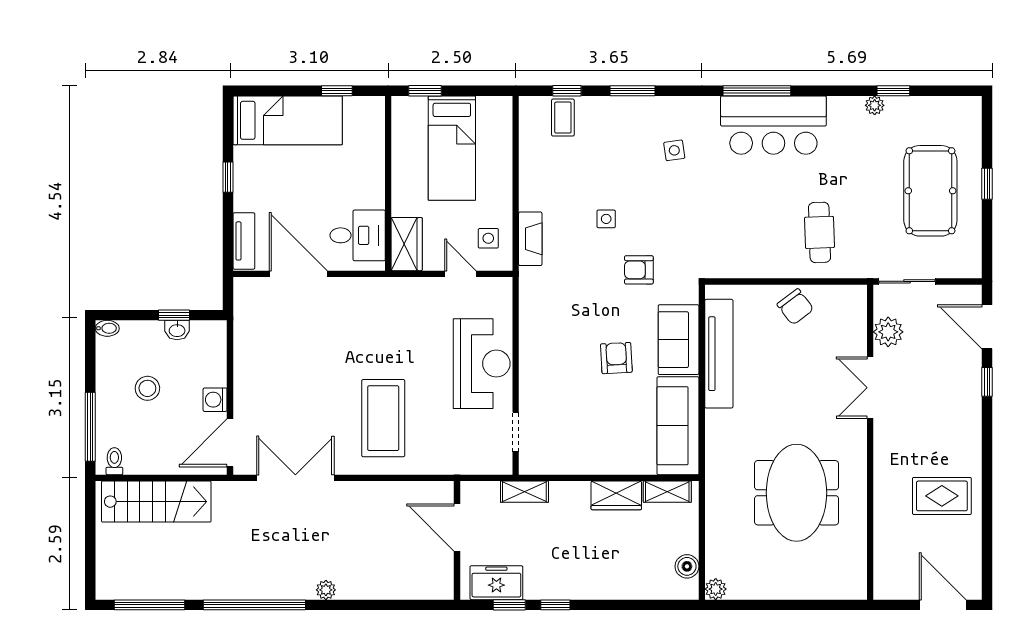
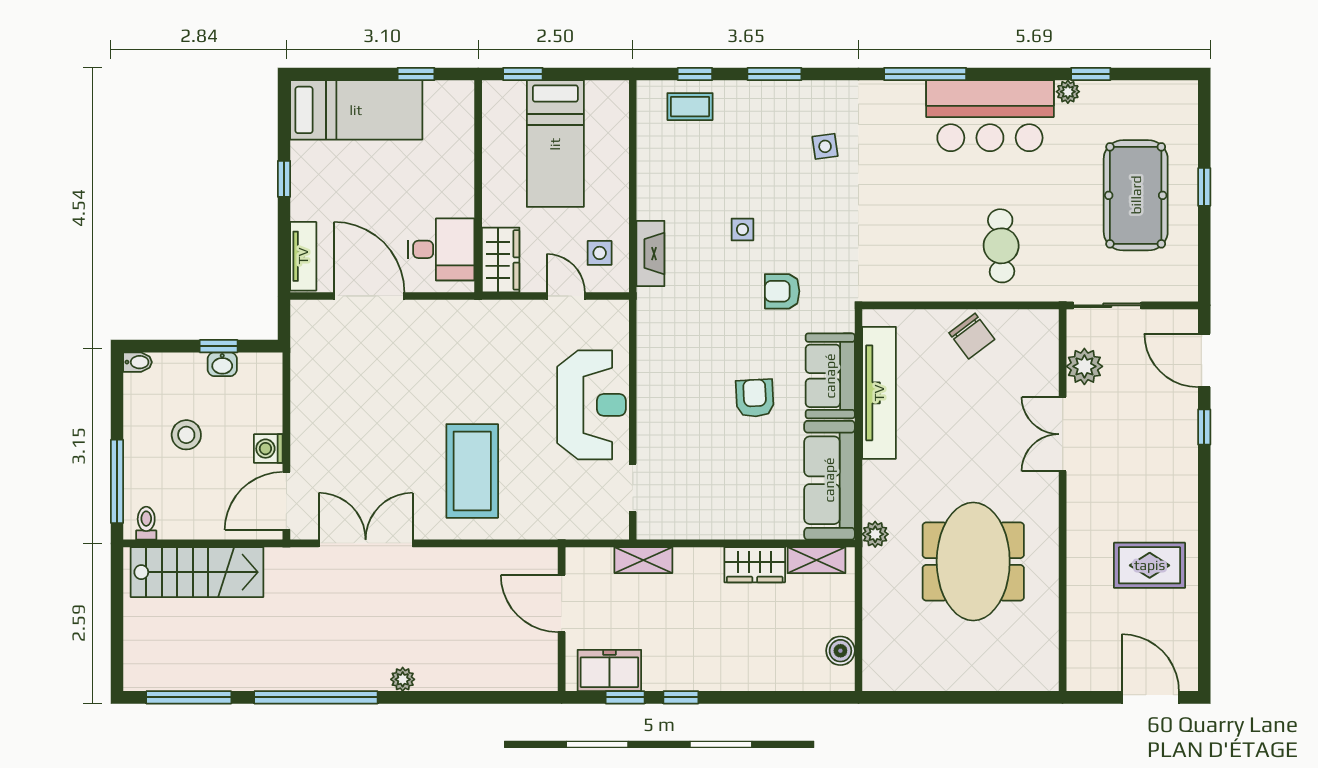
coffee table: (563, 118) -> (690, 107), turned 90
bar counter: (773, 125) -> (990, 116), moved
plant: (716, 589) -> (875, 534), moved

